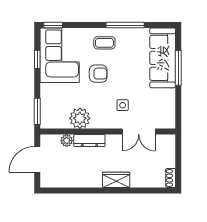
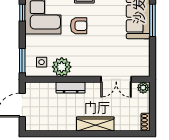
side table: (123, 105) -> (42, 62), moved
plant: (67, 141) -> (143, 88), moved
wardrobe: (116, 180) -> (95, 124), width x1.50

